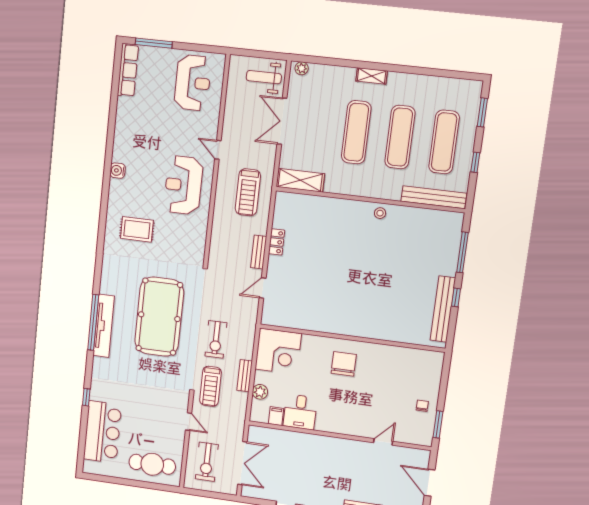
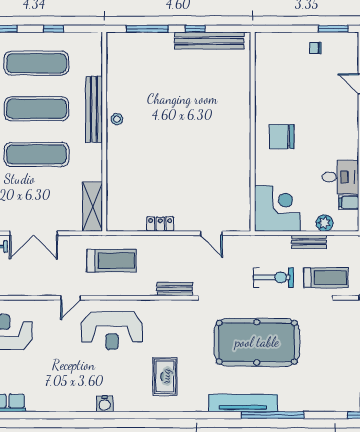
bench: (434, 197) -> (94, 109), moved
bench: (259, 252) -> (175, 289), moved
tv unit: (104, 326) -> (243, 403), moved

